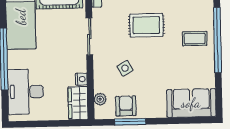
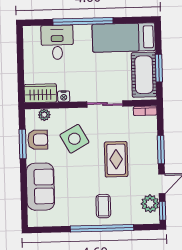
side table: (125, 68) -> (74, 139), width x1.87, depth x1.87
desk: (26, 92) -> (57, 42), width x0.73
sofa: (191, 103) -> (40, 187), moved

